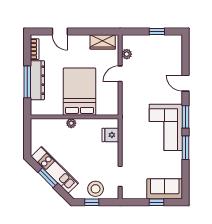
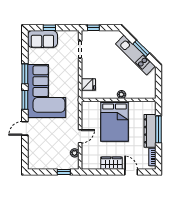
window: (157, 32) -> (64, 172), moved
wardrobe: (103, 42) -> (111, 163), moved
door: (186, 83) -> (25, 128), swing flipped
corner sofa: (166, 127) -> (47, 91), width x1.36, depth x1.36
stool: (96, 189) -> (101, 39), removed
window: (92, 202) -> (93, 28), moved

